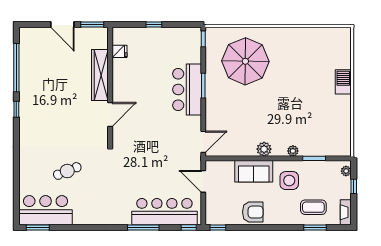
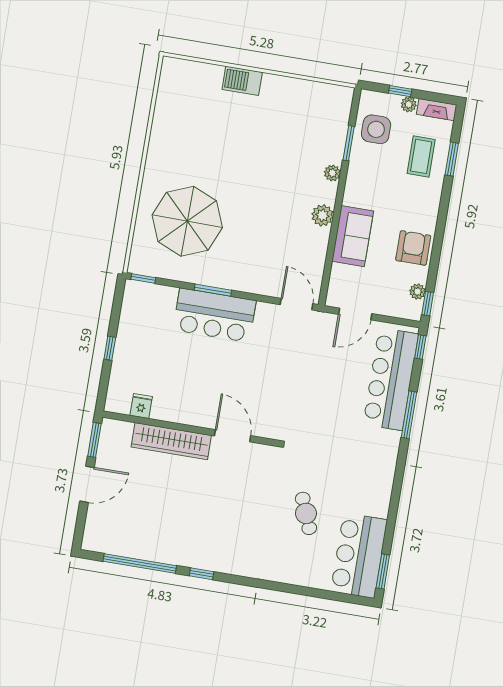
plant: (346, 171) -> (409, 104), moved
side table: (289, 181) -> (376, 129), moved
plant: (225, 220) -> (418, 292), added

